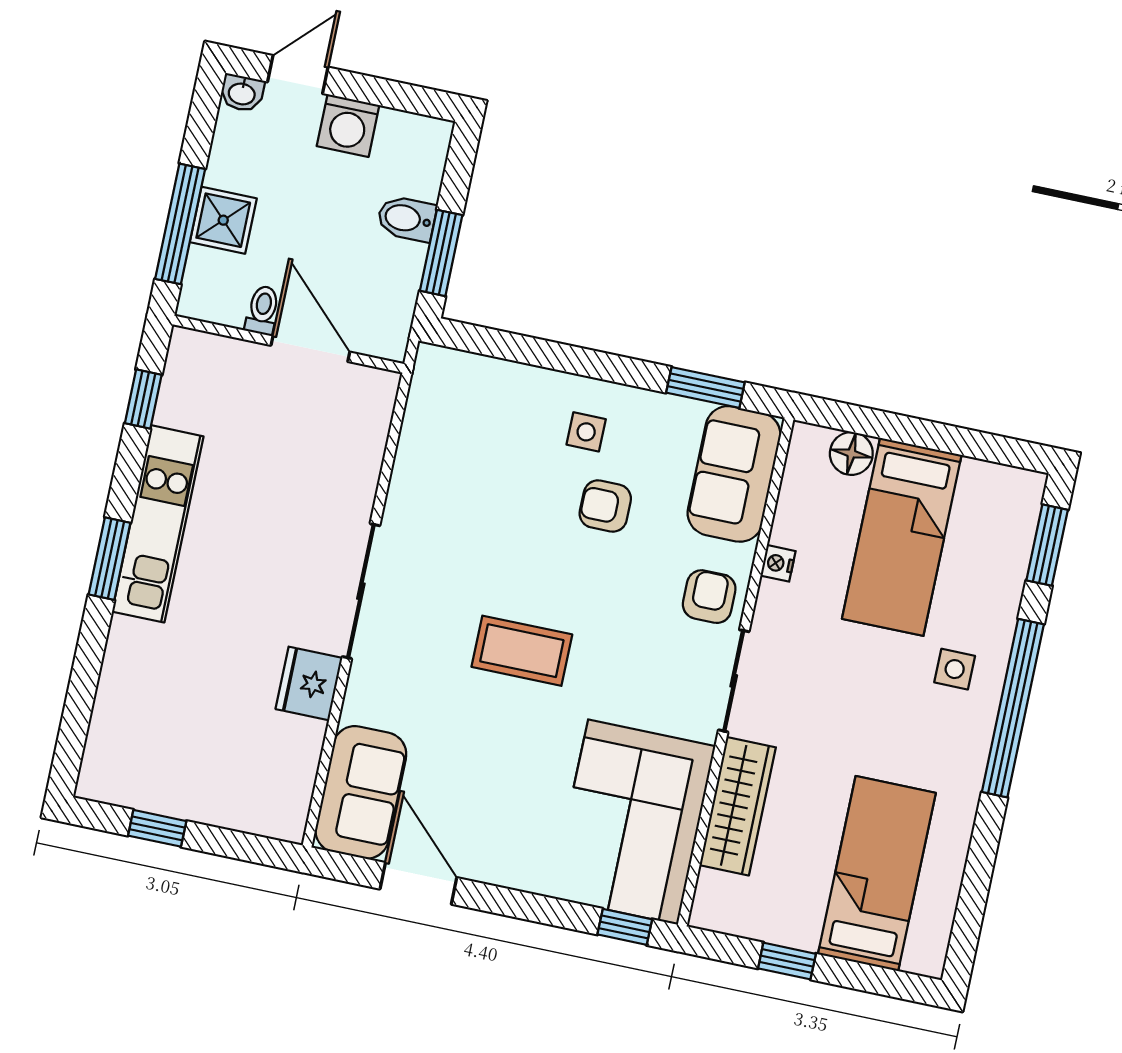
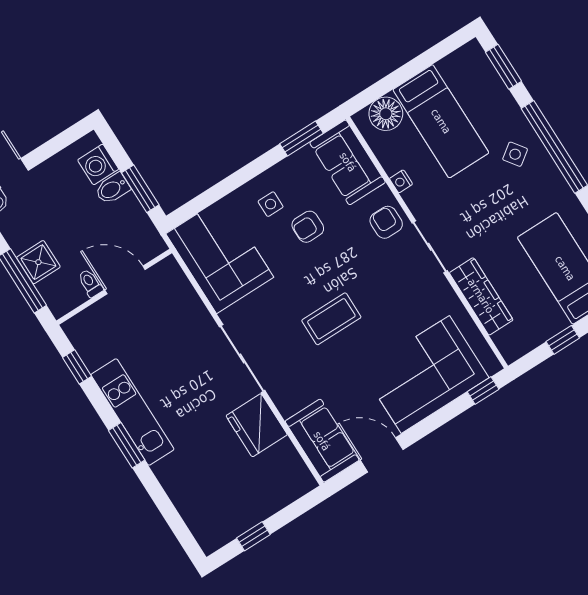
washing machine: (348, 126) -> (98, 164), moved, turned 90
corner sofa: (459, 434) -> (220, 255), added
floor lamp: (851, 454) -> (386, 114), width x1.38, depth x1.38
side table: (955, 669) -> (515, 154), turned -36
fridge: (309, 683) -> (257, 425), width x1.36, depth x1.34
corner sofa: (633, 822) -> (425, 374), moved, turned 90

